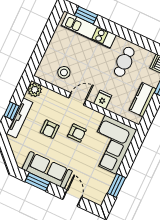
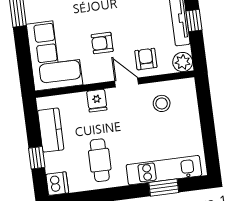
window: (86, 15) -> (164, 188), moved
door: (77, 99) -> (127, 83), swing flipped
armchair: (50, 129) -> (146, 59), moved

